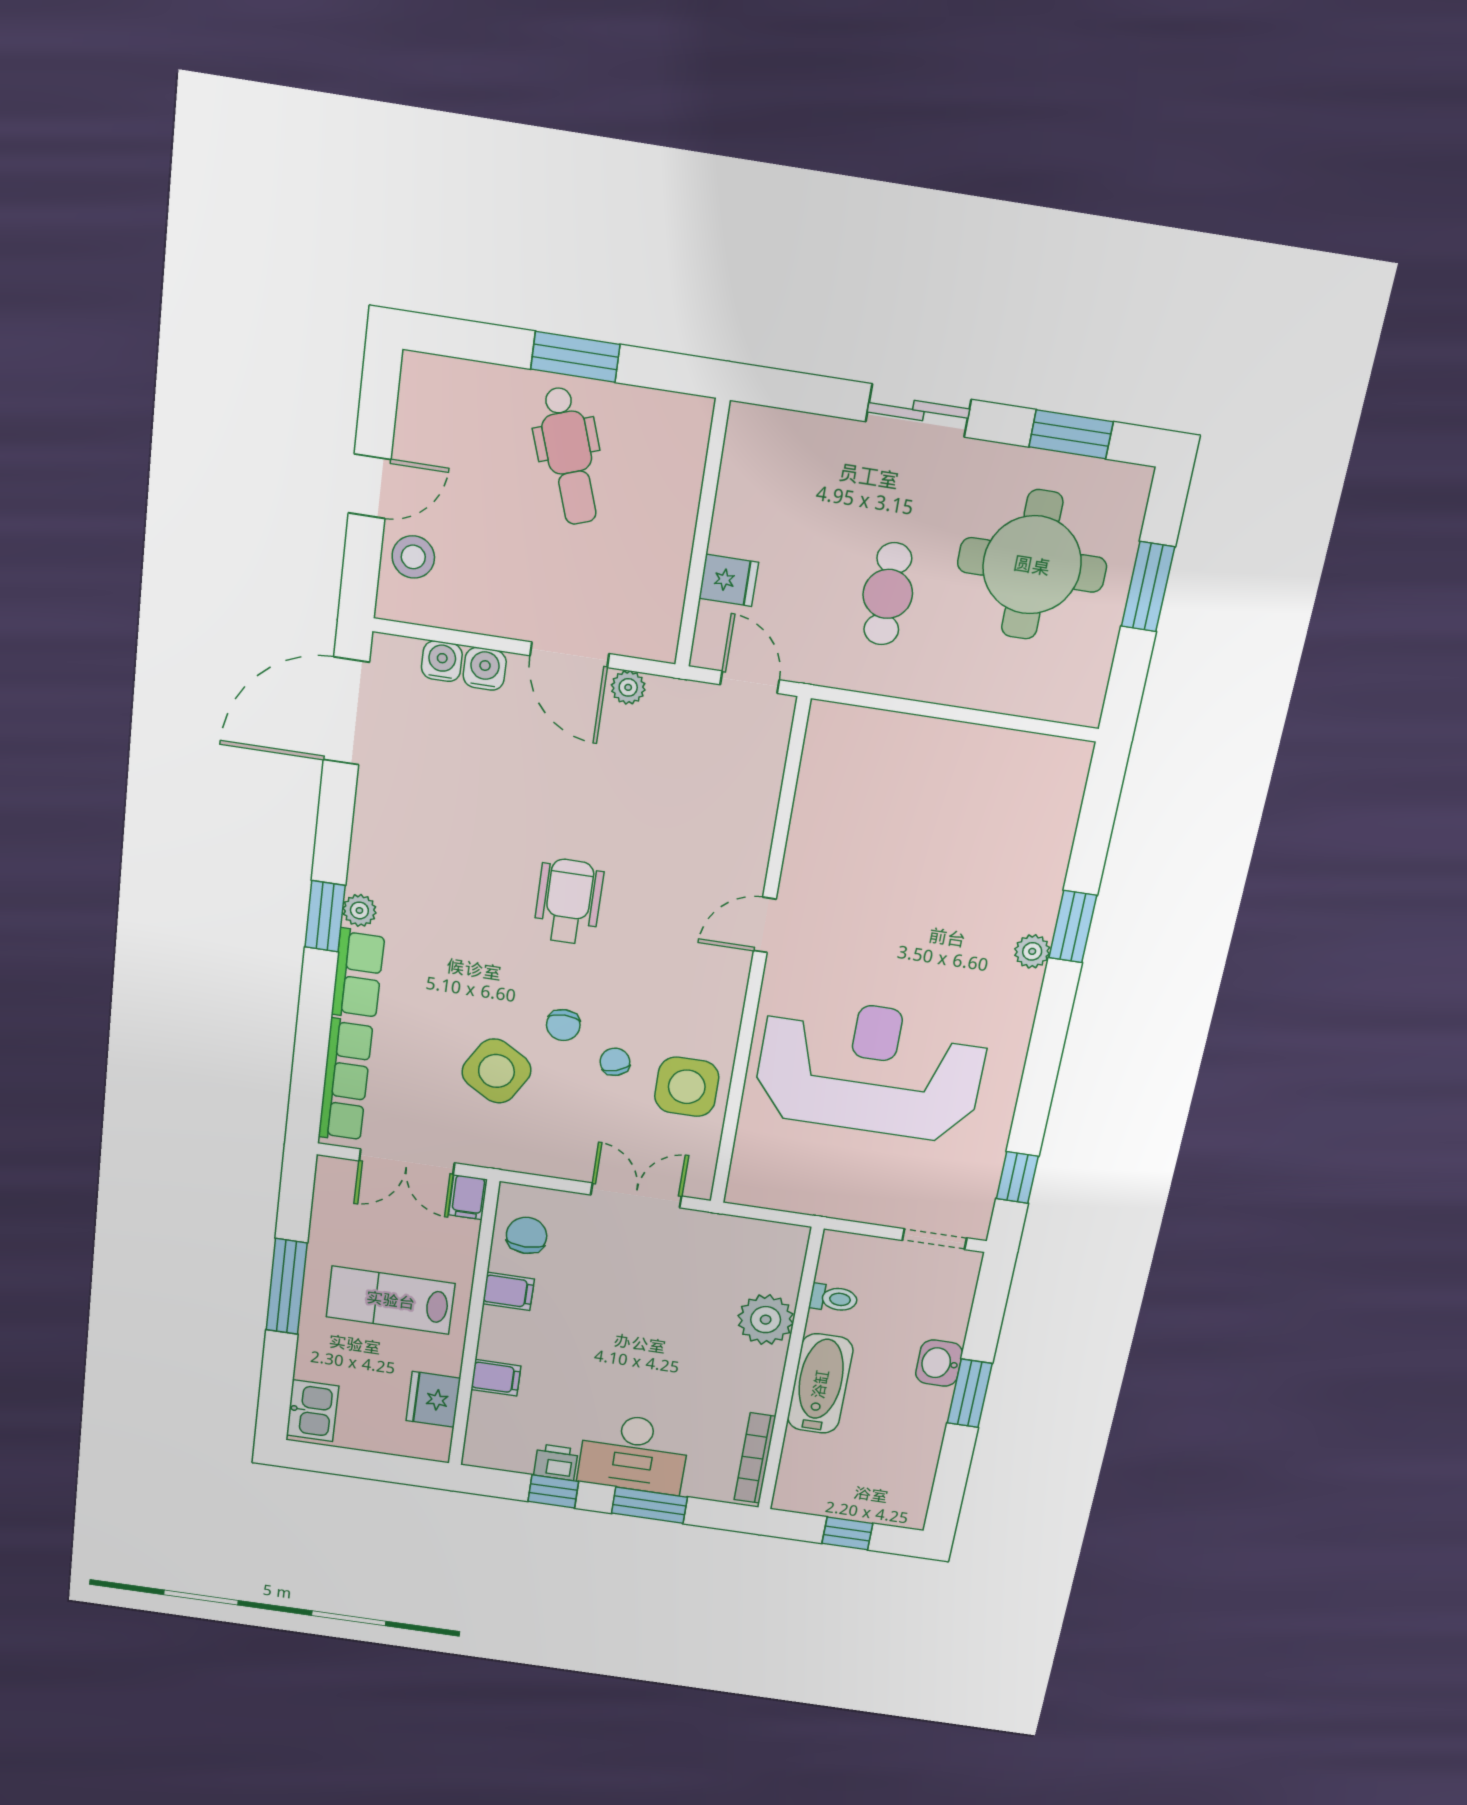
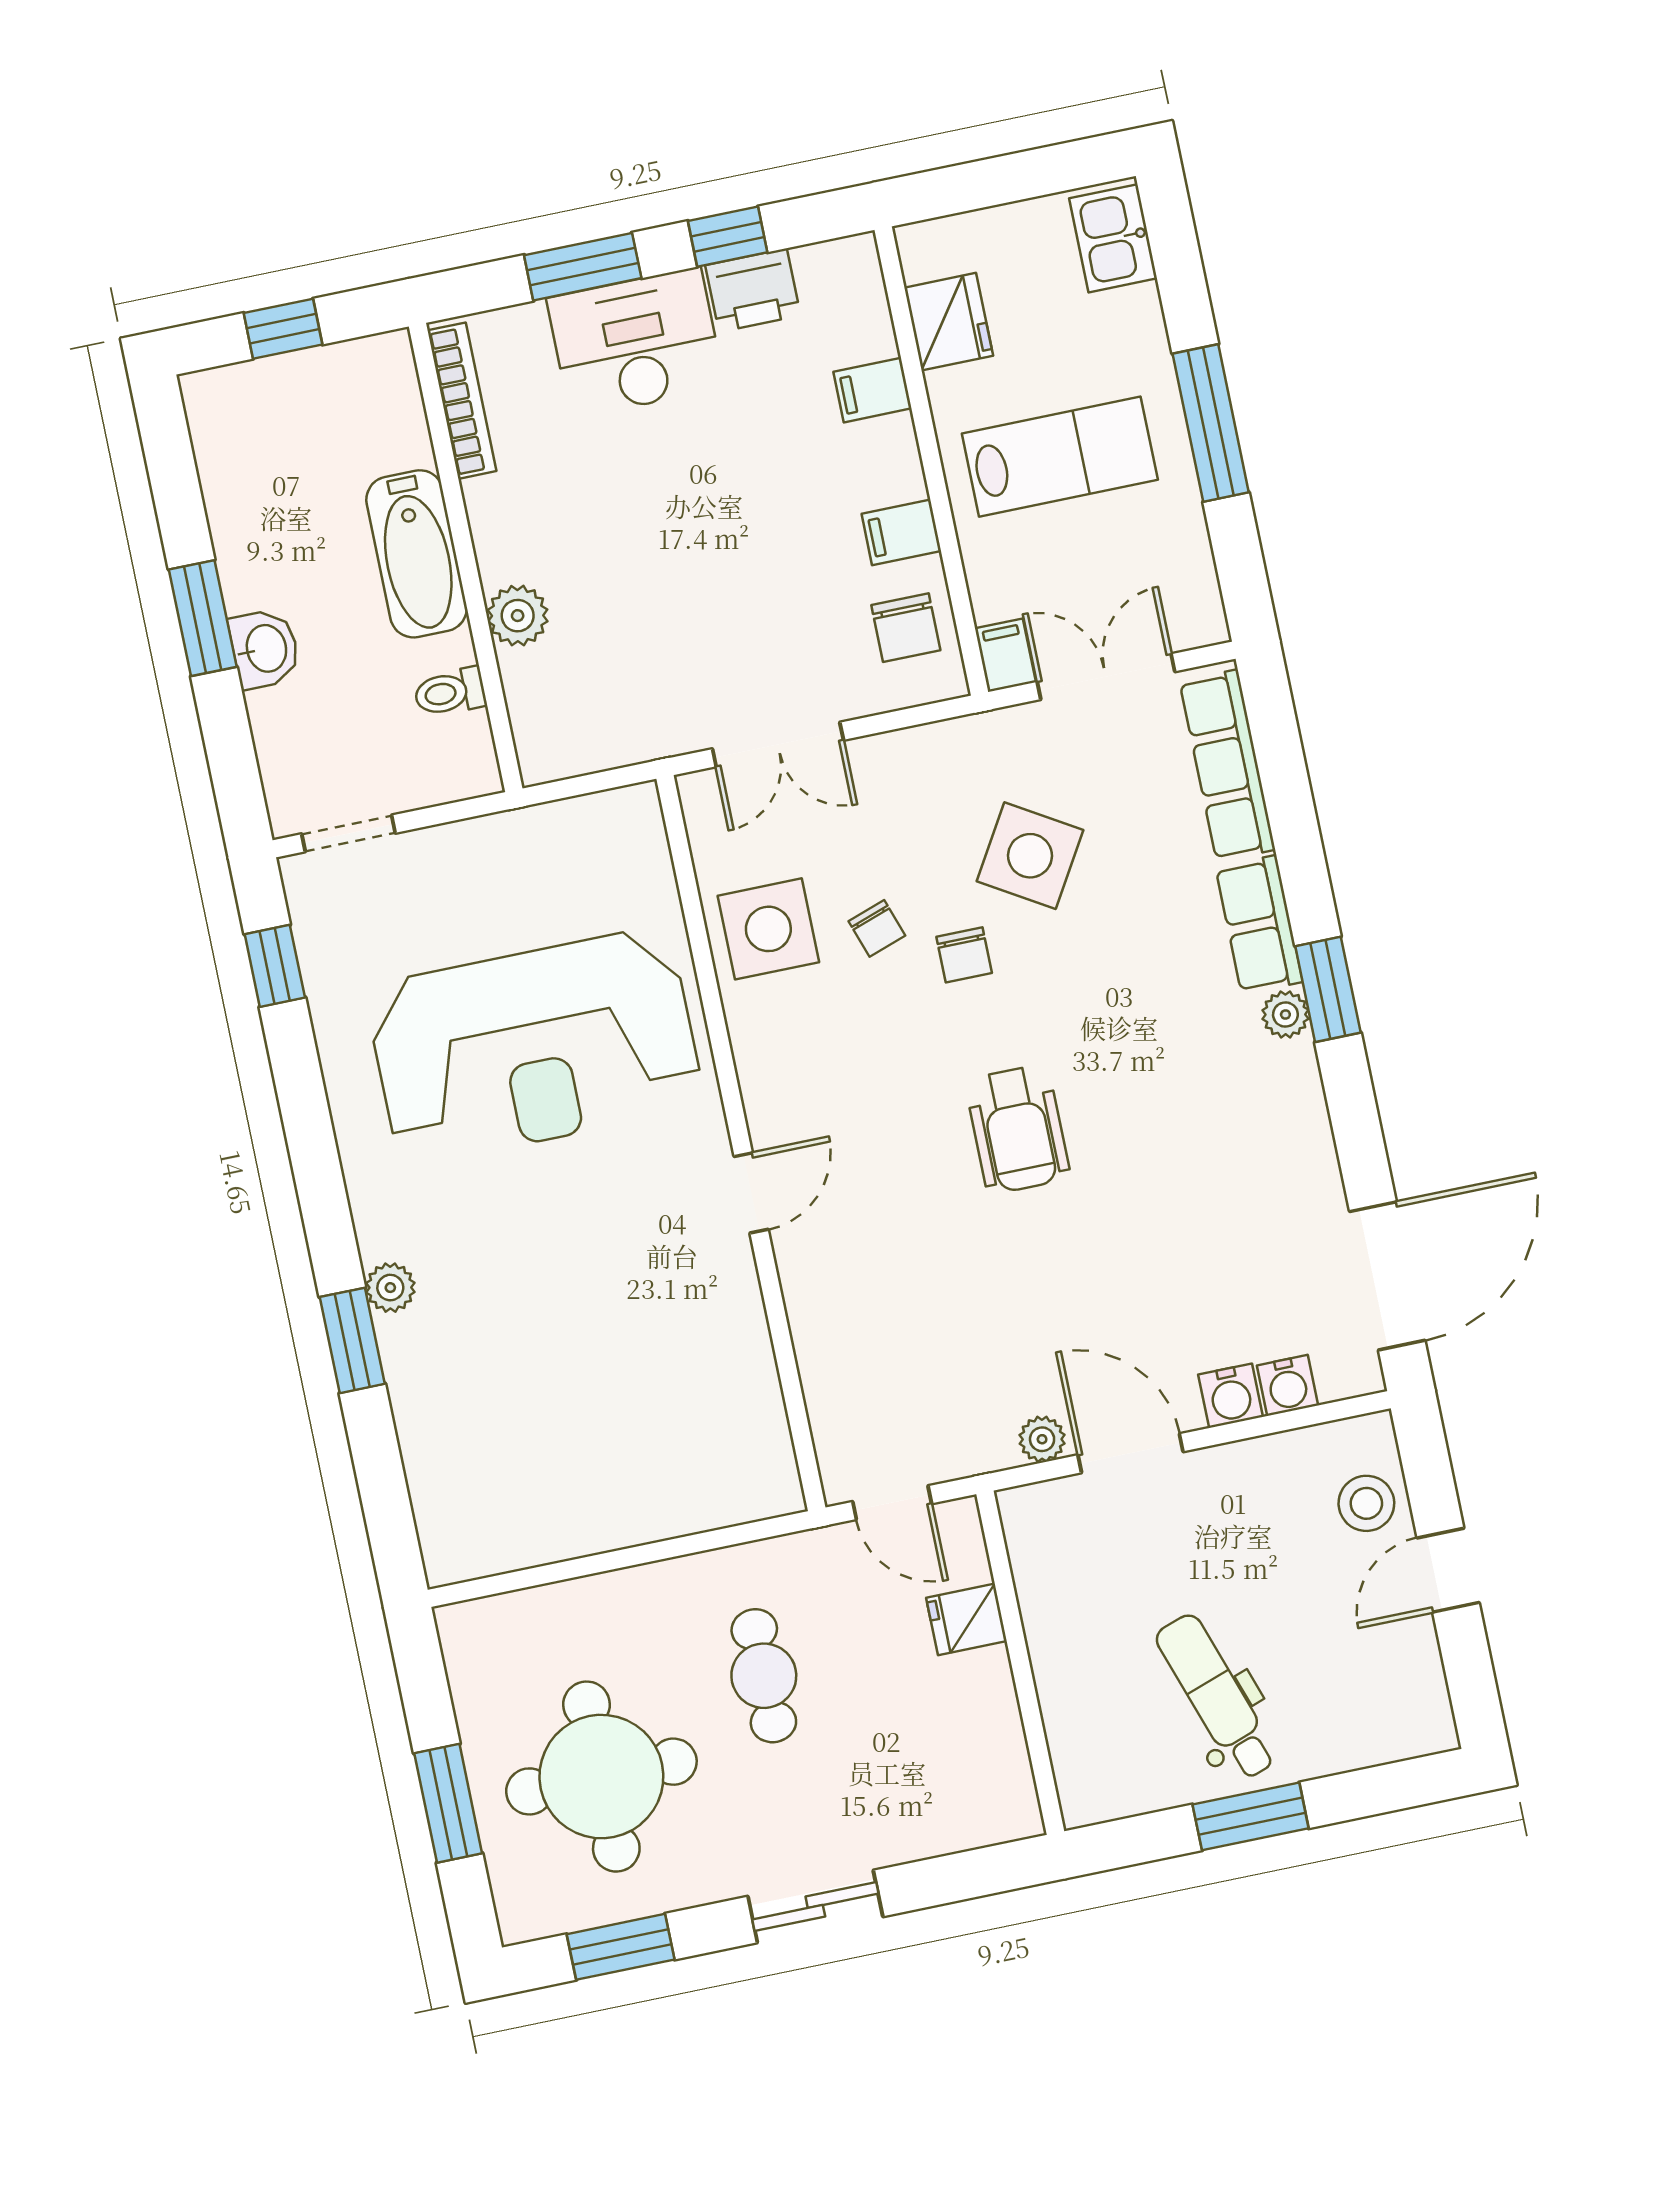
chair: (563, 1025) -> (964, 955), turned 180
plant: (766, 1320) -> (518, 616), width x0.73, depth x0.73
printer: (556, 1462) -> (753, 290), width x1.36, depth x1.24

